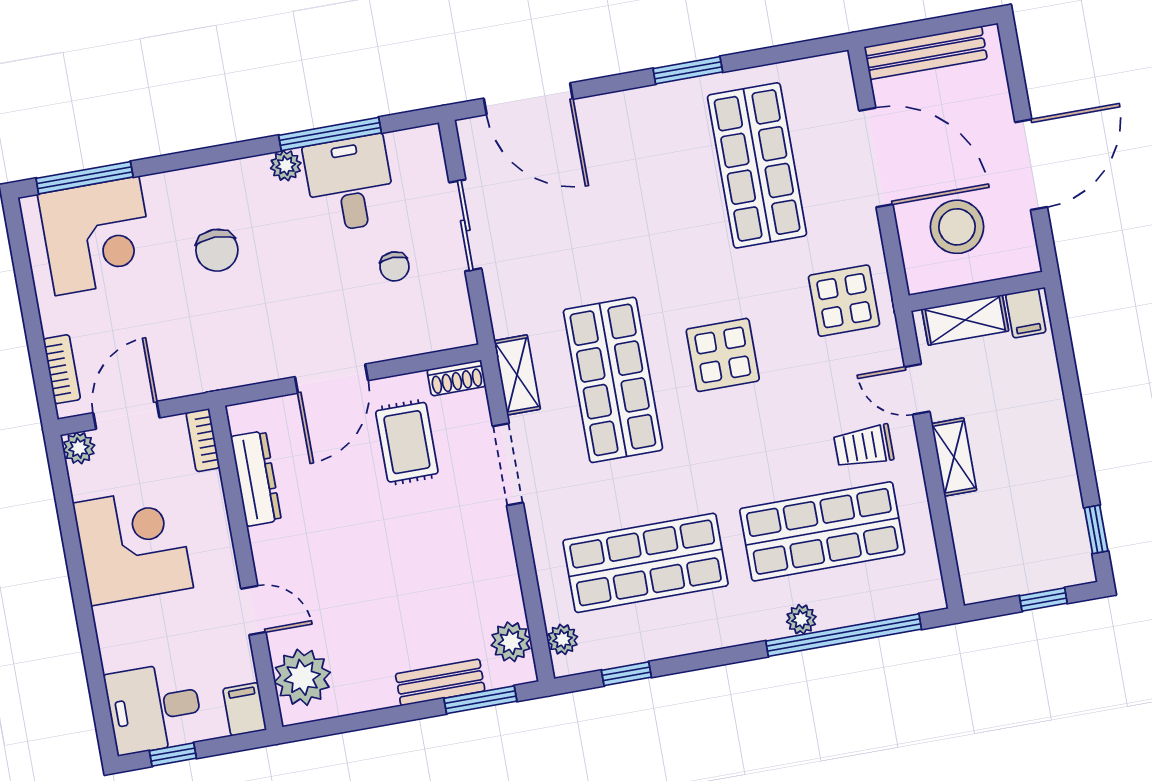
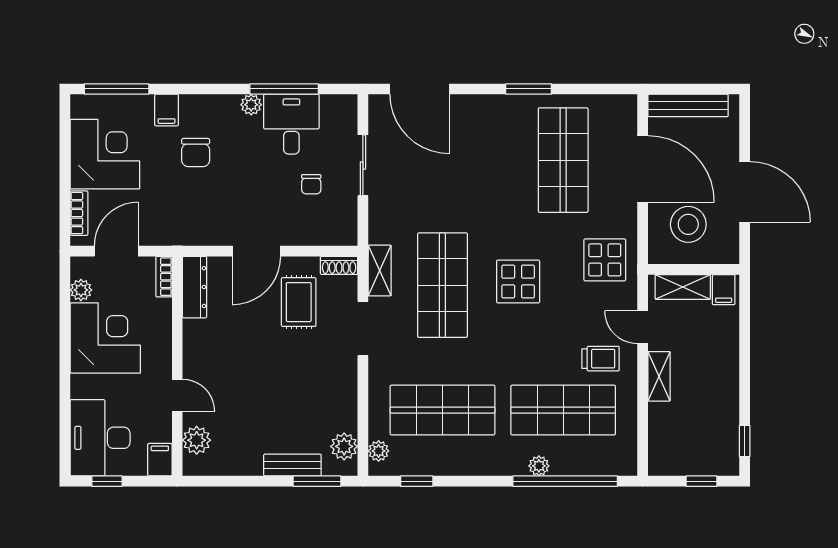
door: (1031, 165) -> (745, 192), hinge flipped
filing cabinet: (163, 195) -> (167, 110), added
corner desk: (97, 236) -> (105, 154), moved, turned -90
trolley: (864, 446) -> (601, 359), turned 180
plant: (79, 448) -> (81, 290), moved
dresser: (256, 478) -> (195, 287), moved
plant: (302, 677) -> (197, 440), width x0.73, depth x0.73
desk: (154, 708) -> (100, 438), width x1.37

